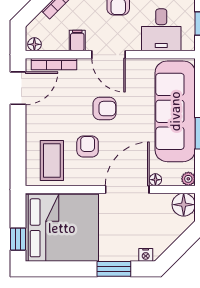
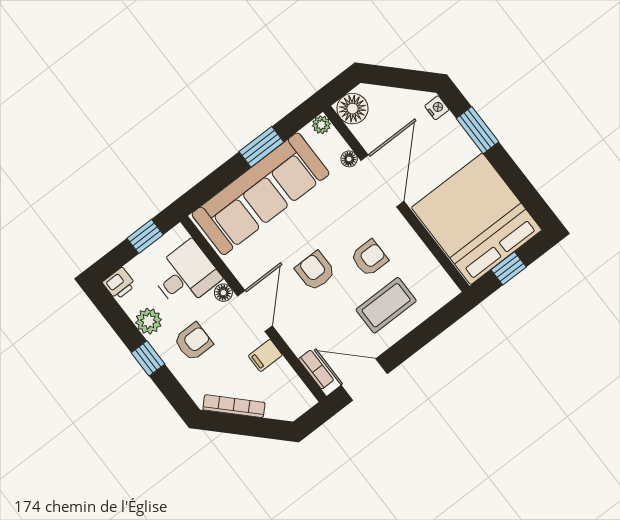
floor lamp: (34, 44) -> (223, 293), moved
bookcase: (54, 64) -> (316, 370), width x0.64
armchair: (88, 147) -> (369, 258), turned 180
coffee table: (52, 161) -> (386, 305), moved
door: (127, 189) -> (382, 181), swing flipped
window: (18, 239) -> (509, 268), moved

